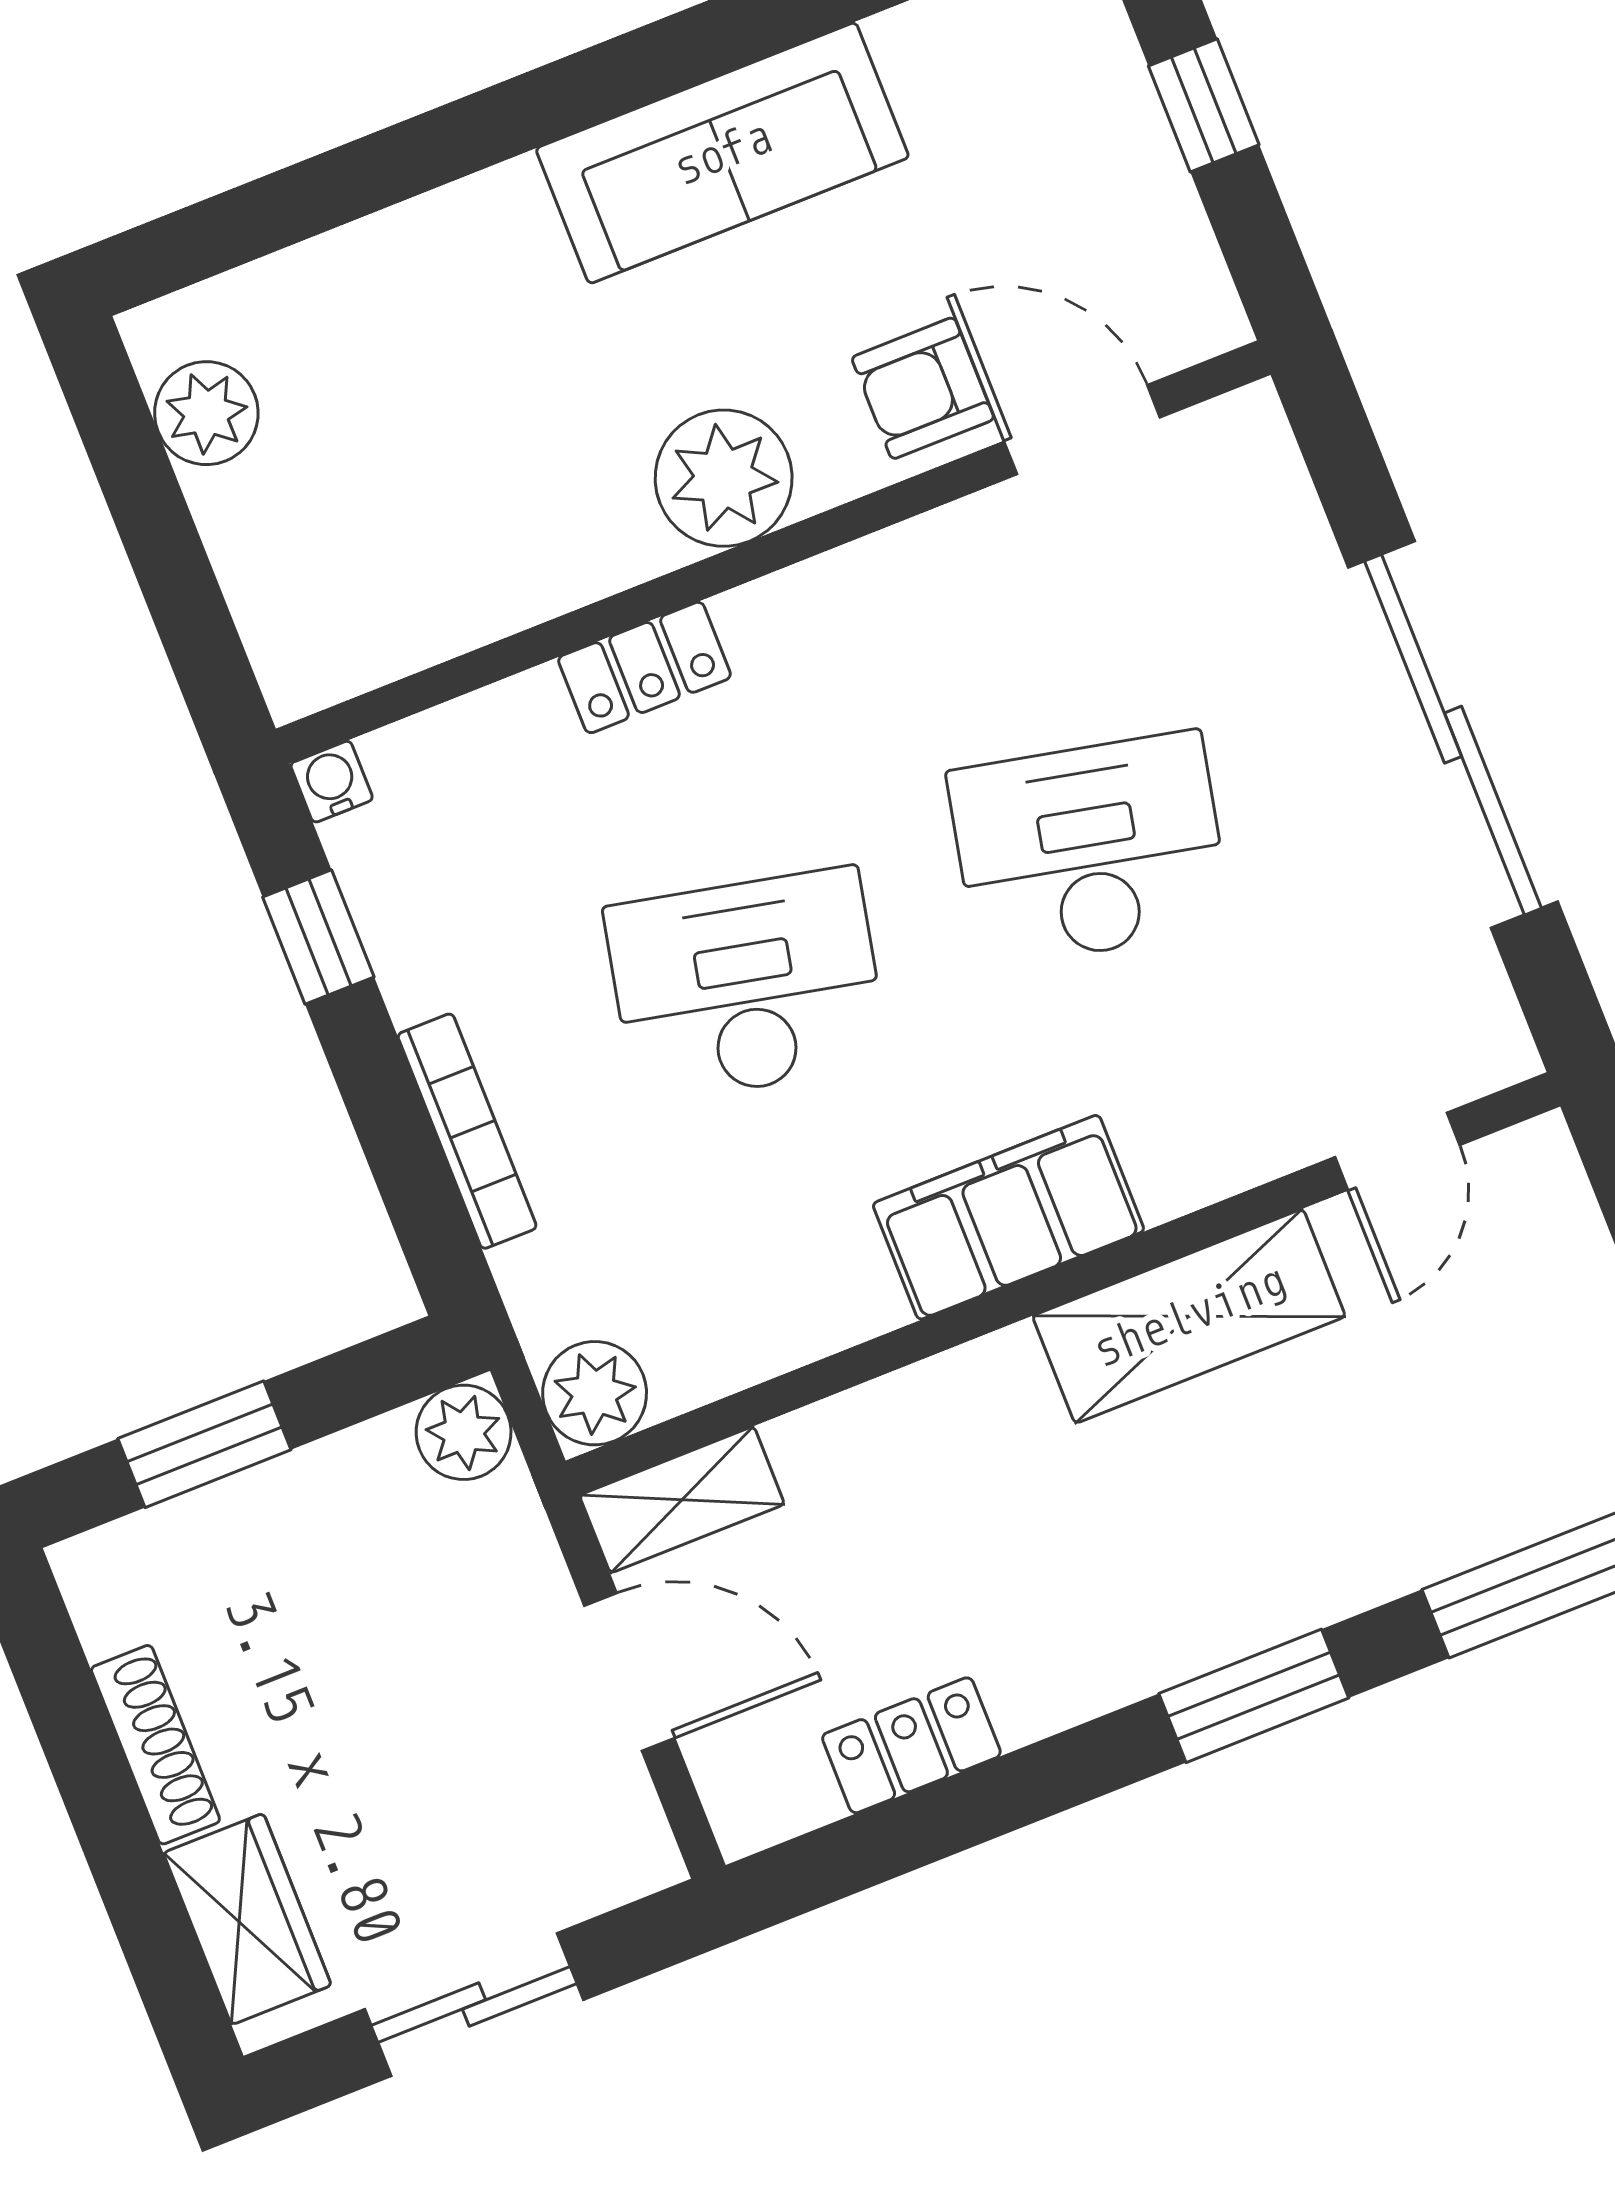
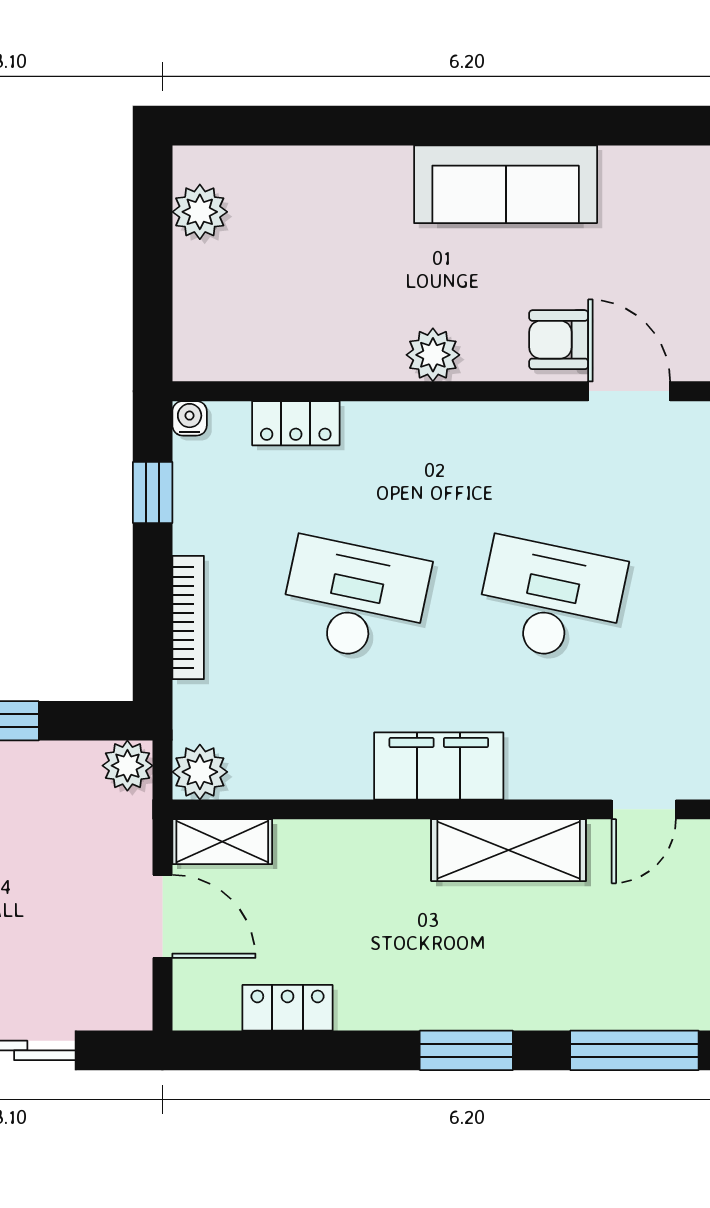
plant: (724, 478) -> (433, 355), width x0.73, depth x0.73
locker: (644, 667) -> (296, 423), moved

